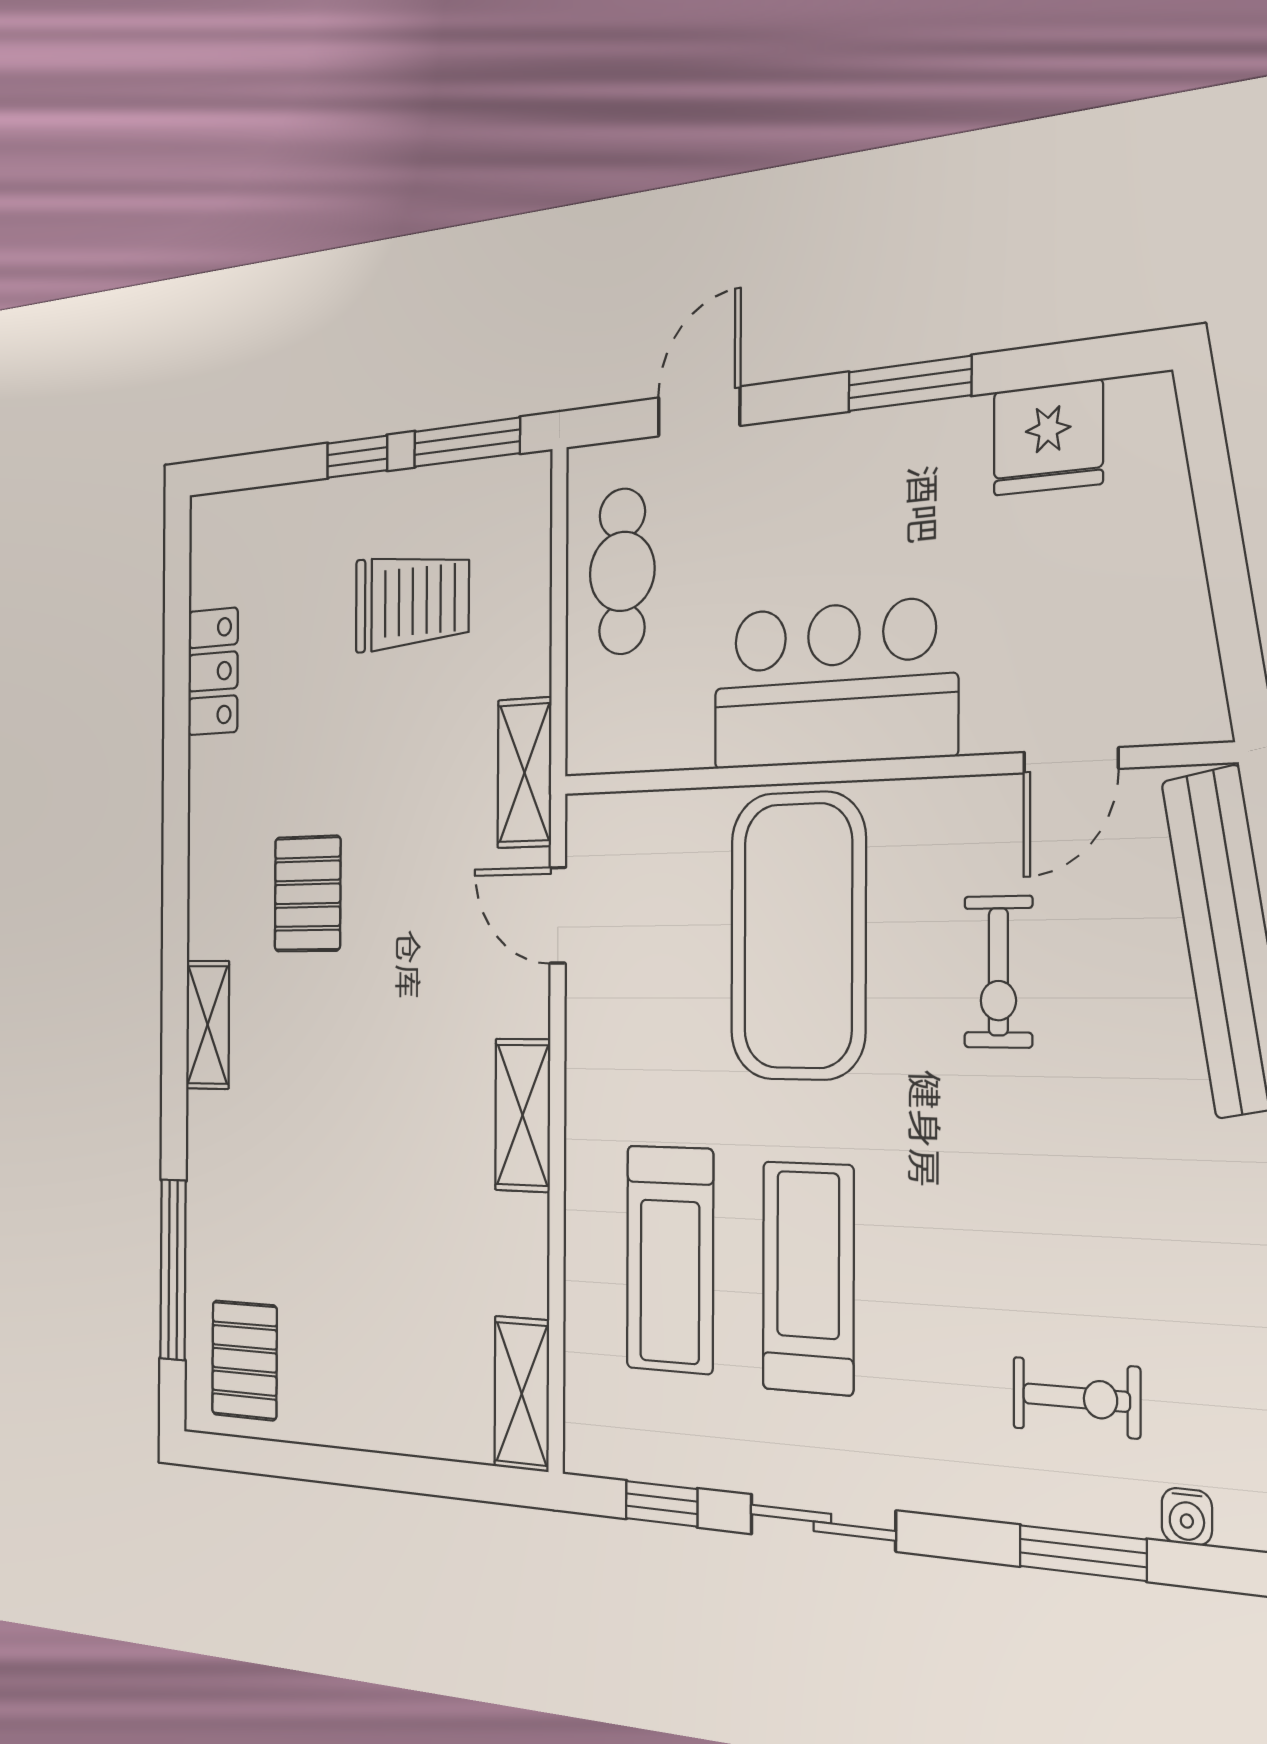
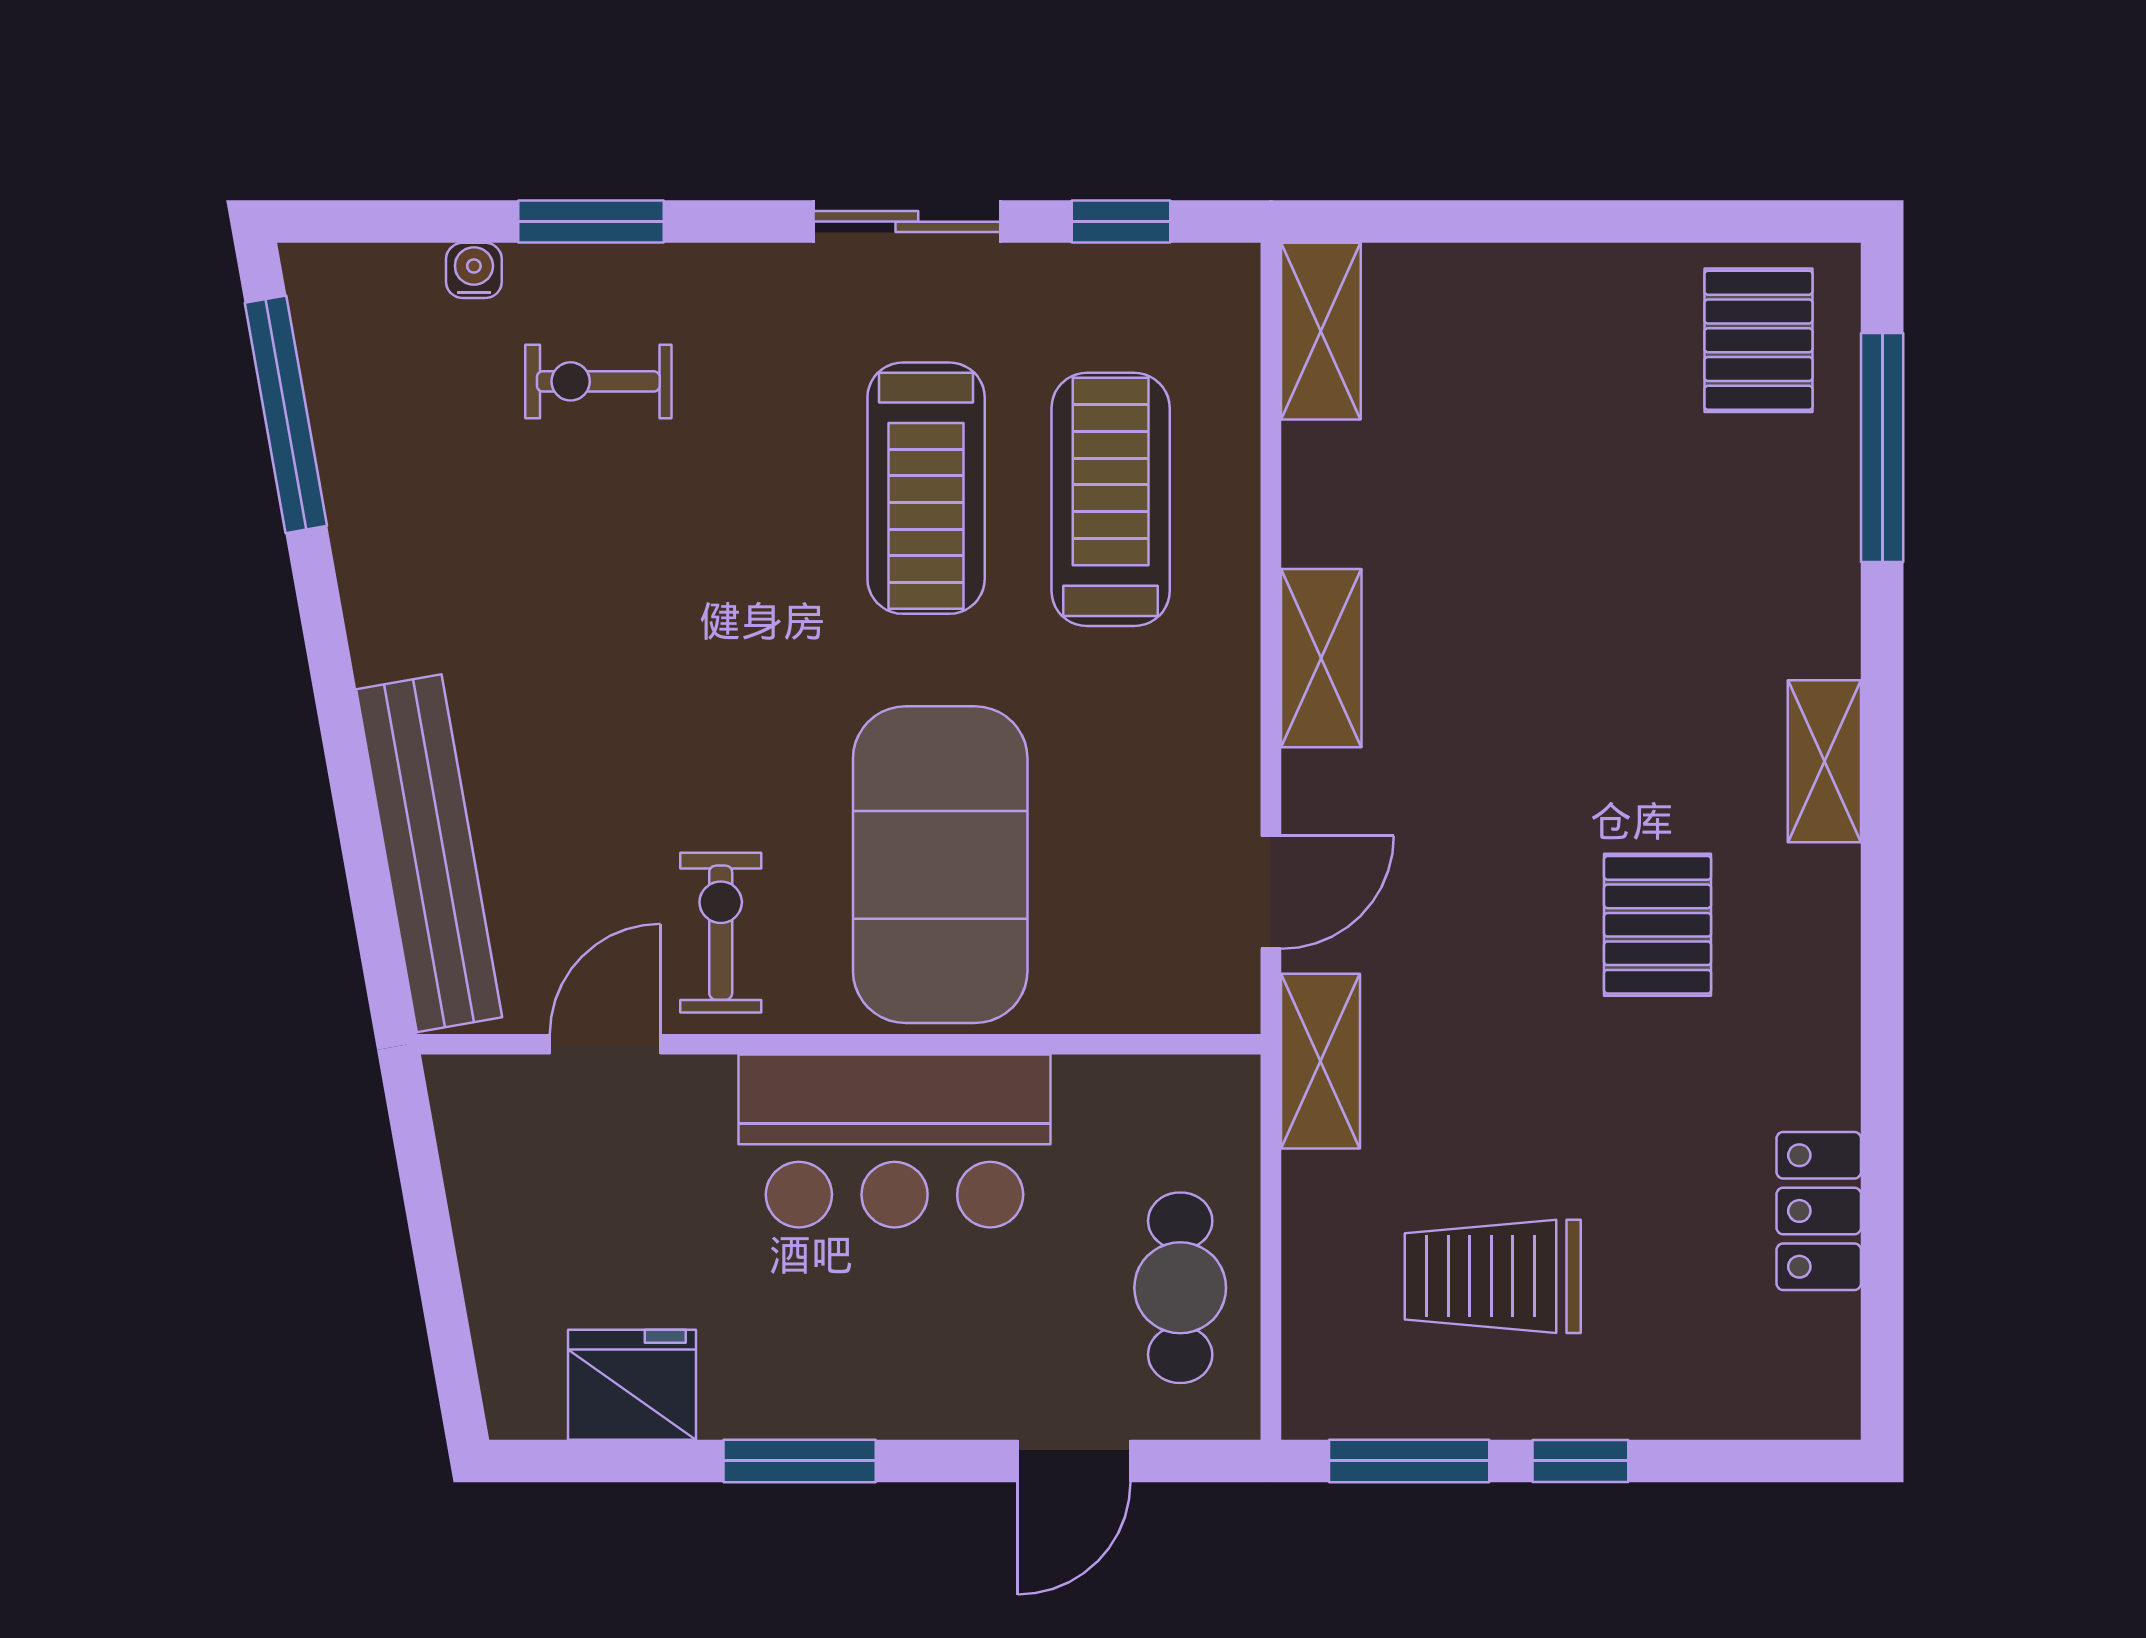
door: (558, 915) -> (1271, 892), hinge flipped
exercise bike: (998, 972) -> (721, 933), moved

